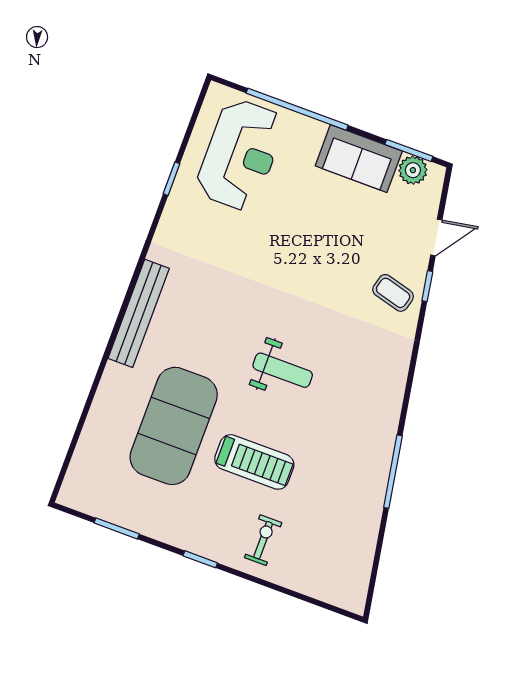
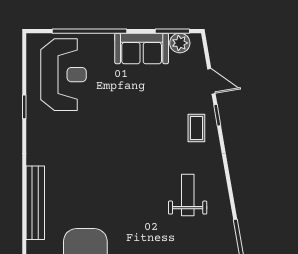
door: (436, 237) -> (211, 81), hinge flipped
coffee table: (393, 293) -> (196, 128), turned 75
weight bench: (283, 370) -> (188, 195), moved, turned -90

